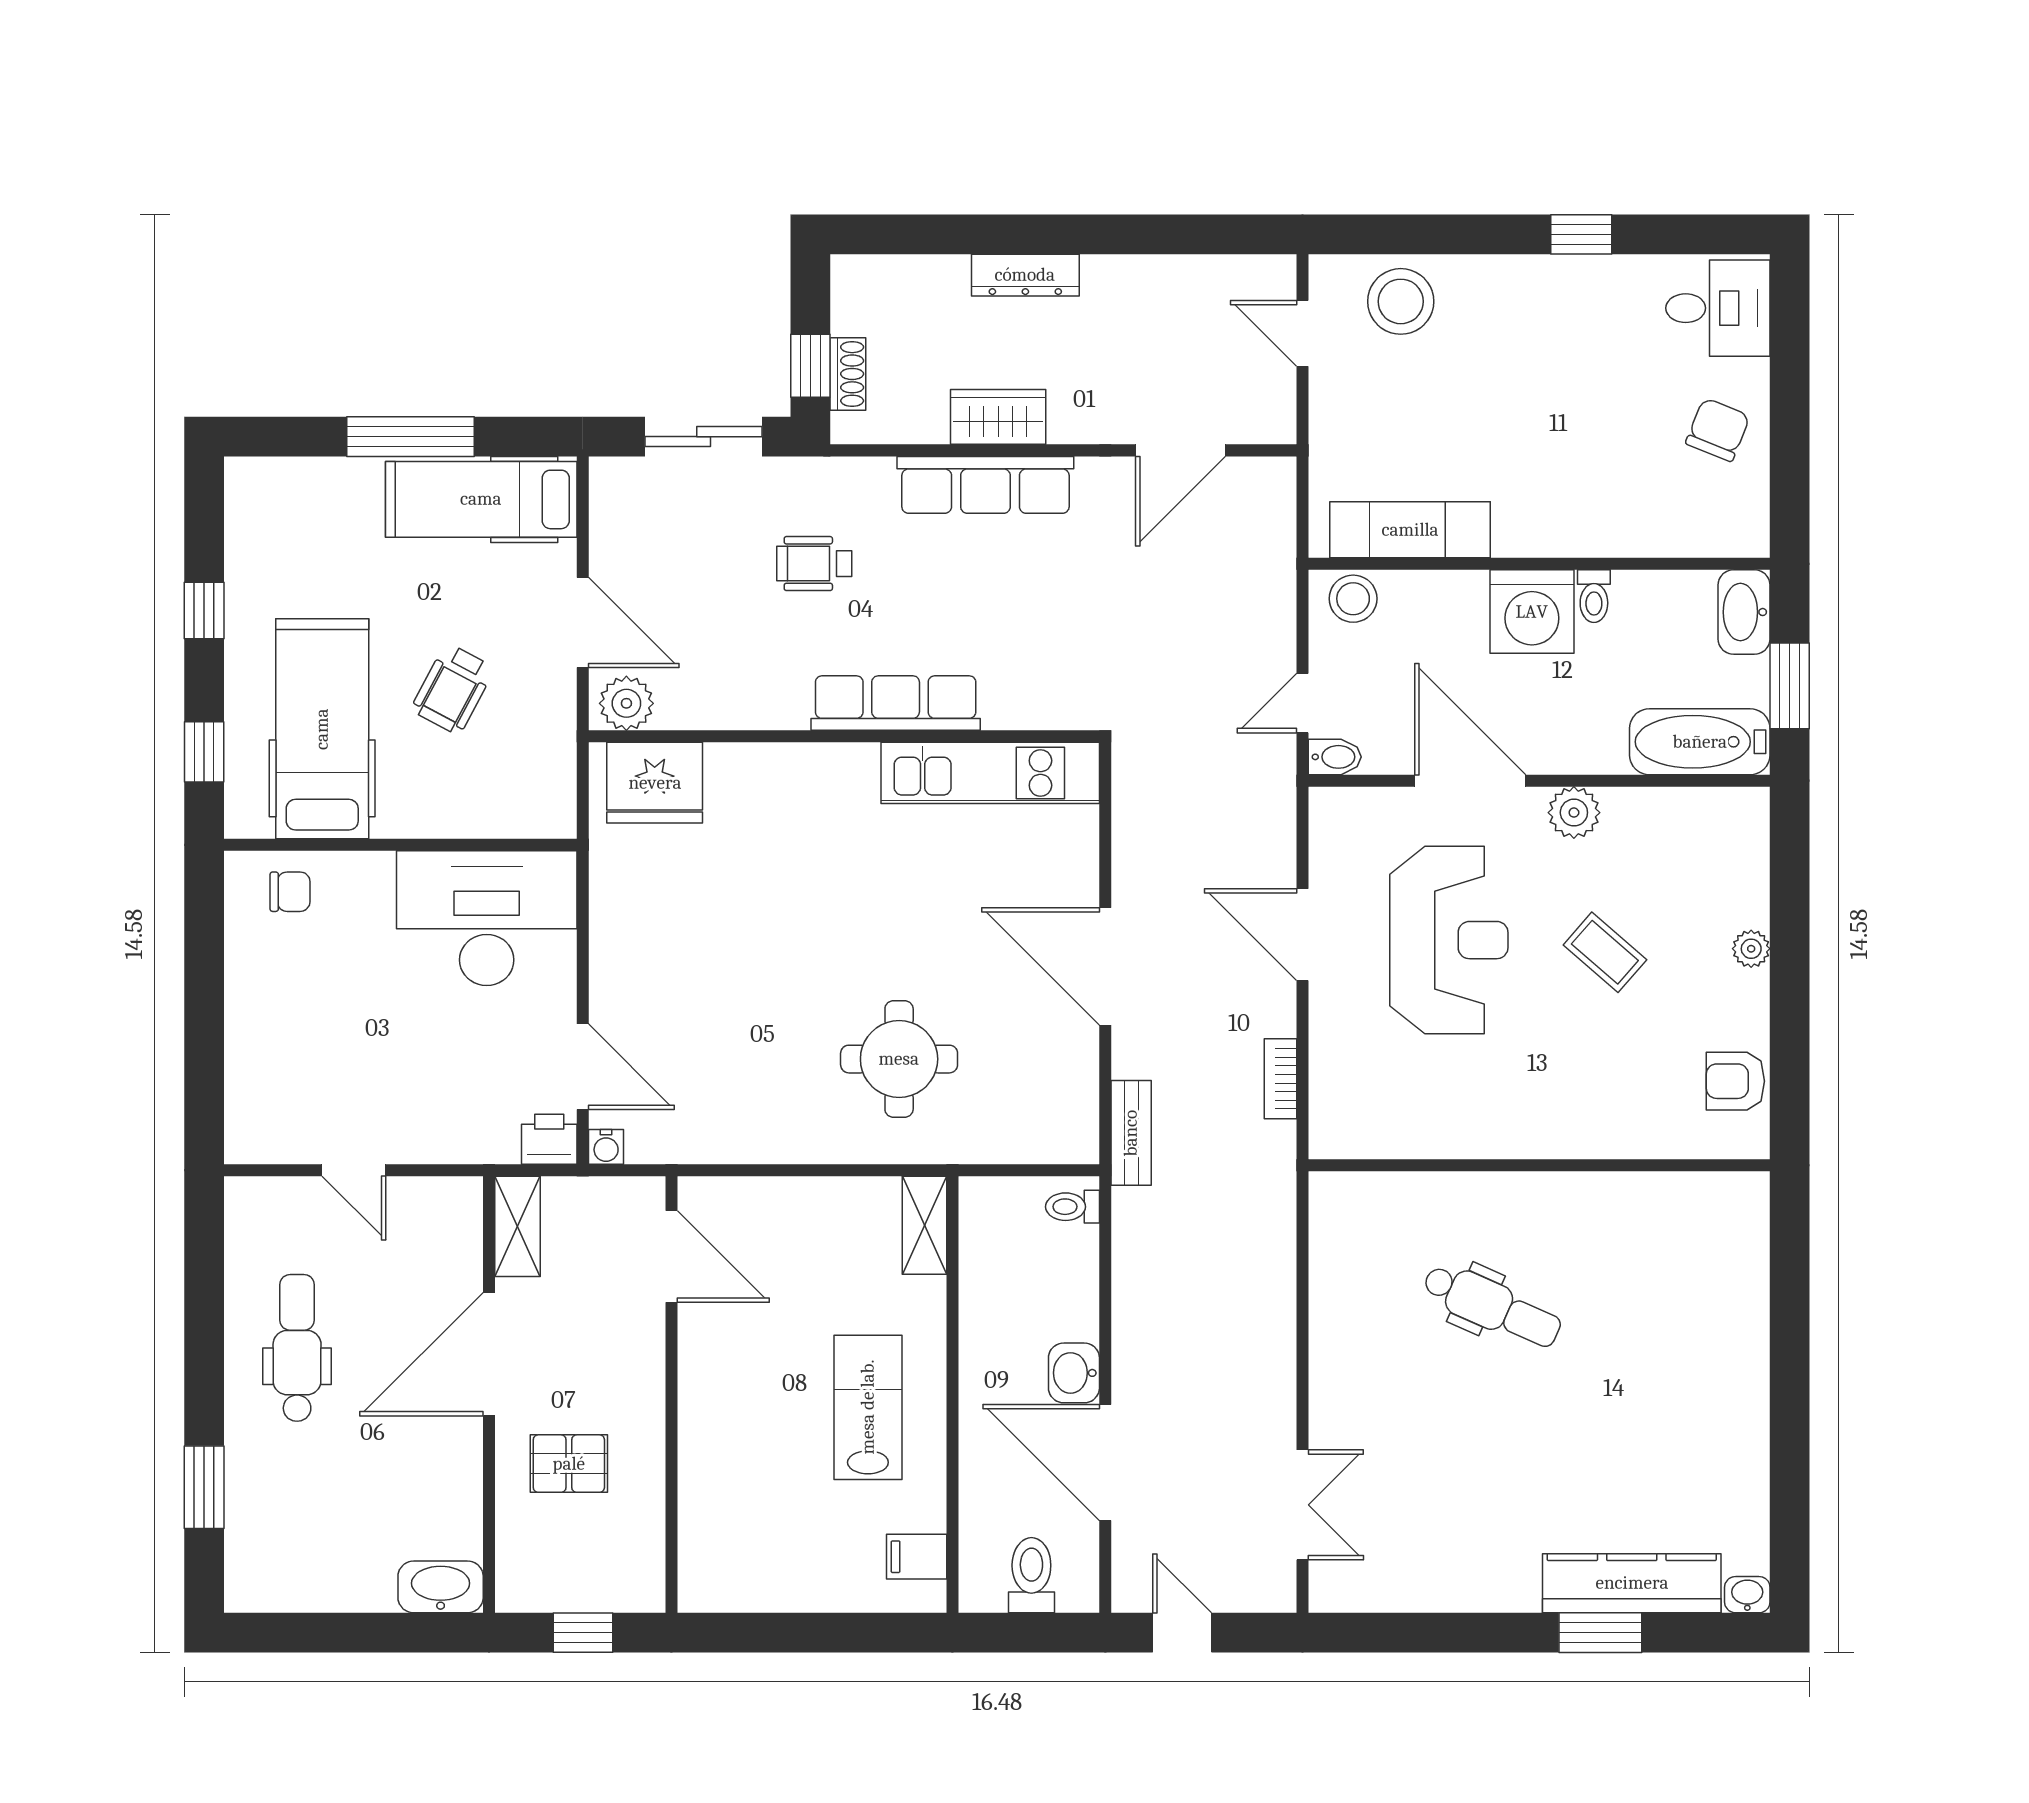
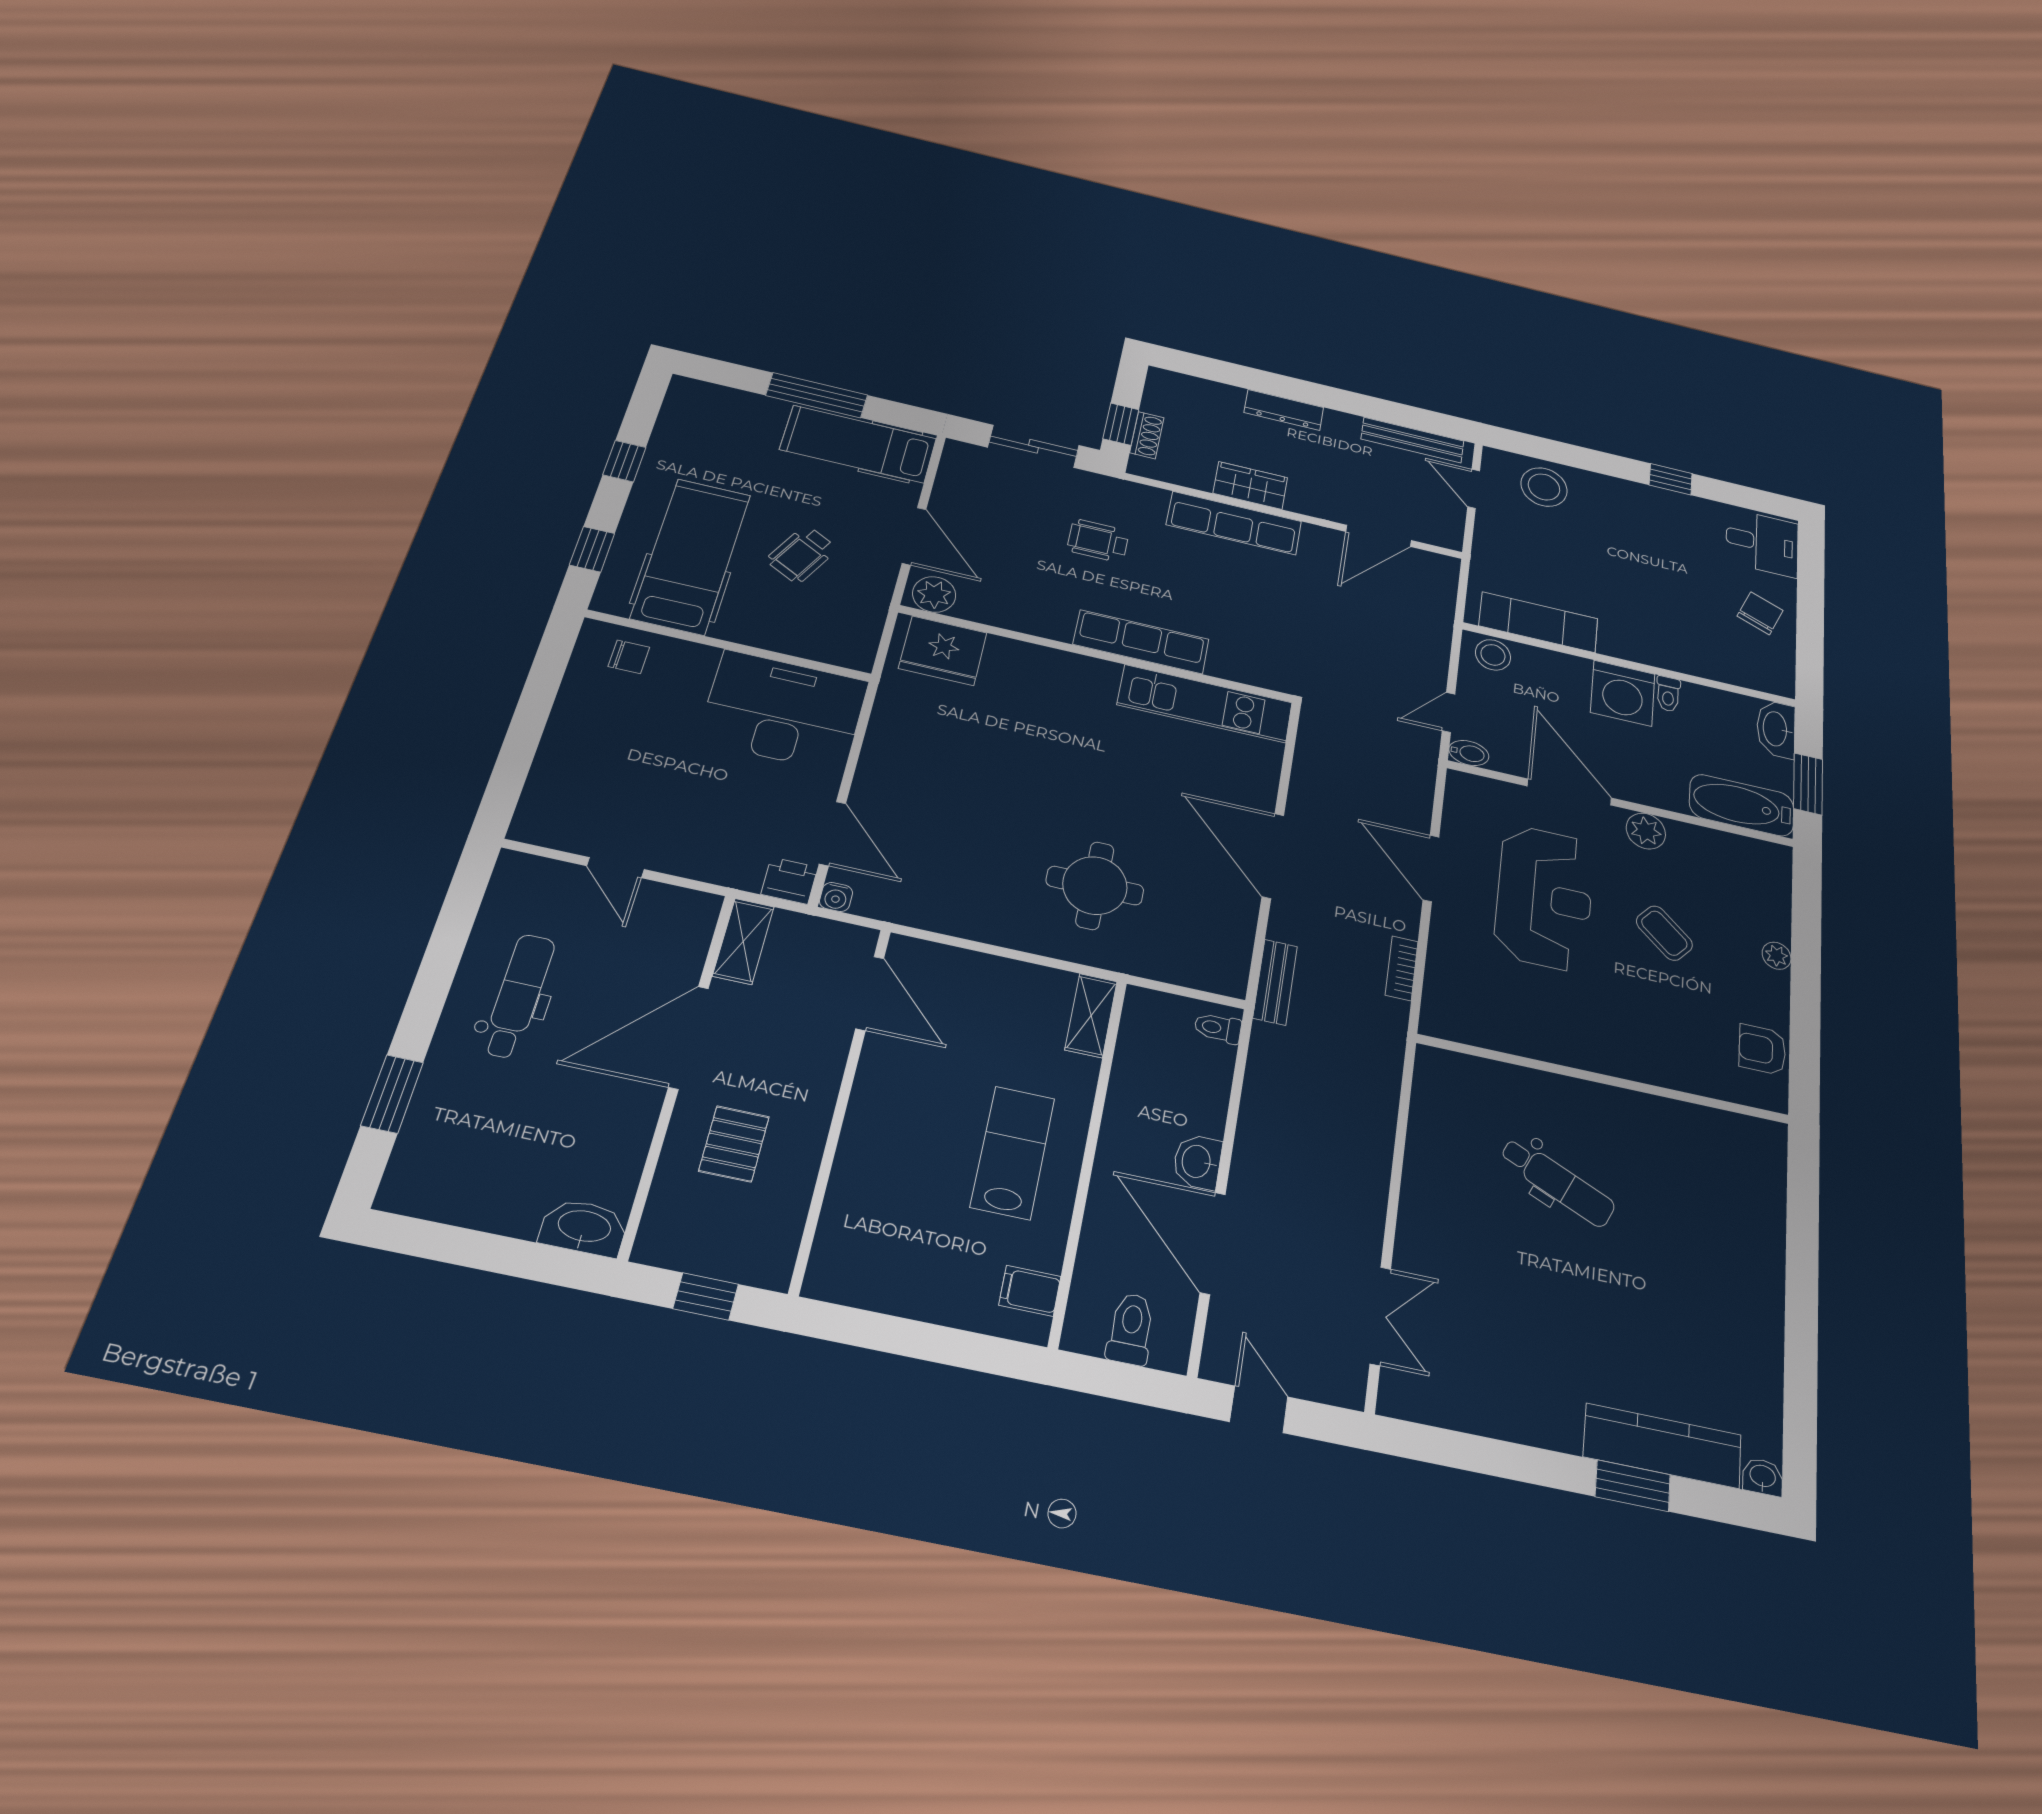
bench: (1209, 274) -> (1412, 440), added
pallet: (569, 1464) -> (734, 1144), turned 90

